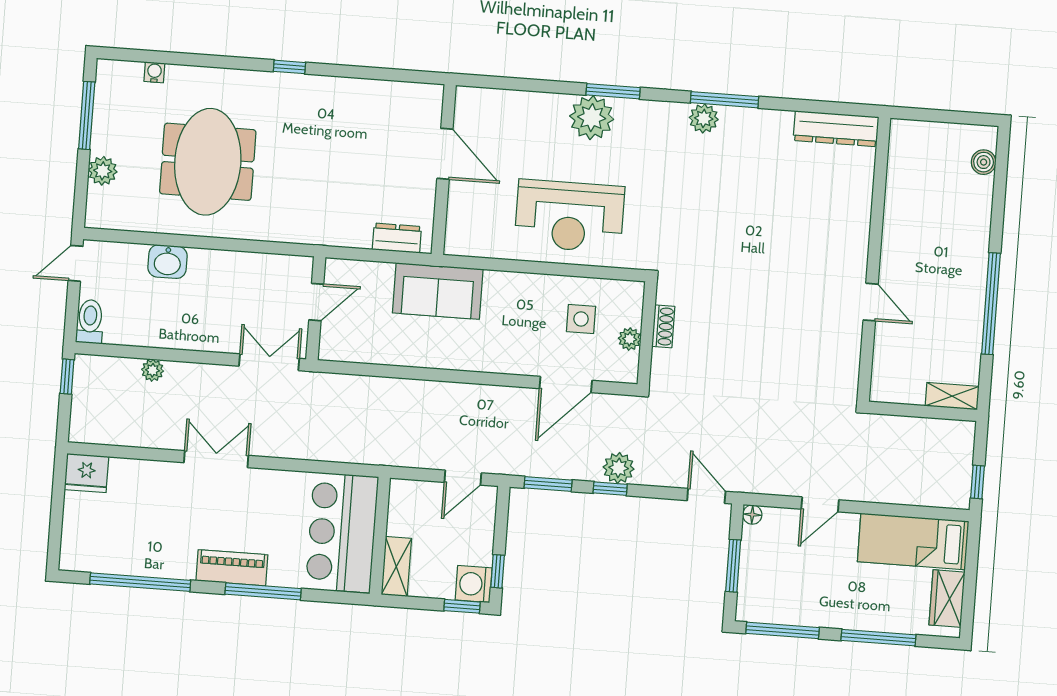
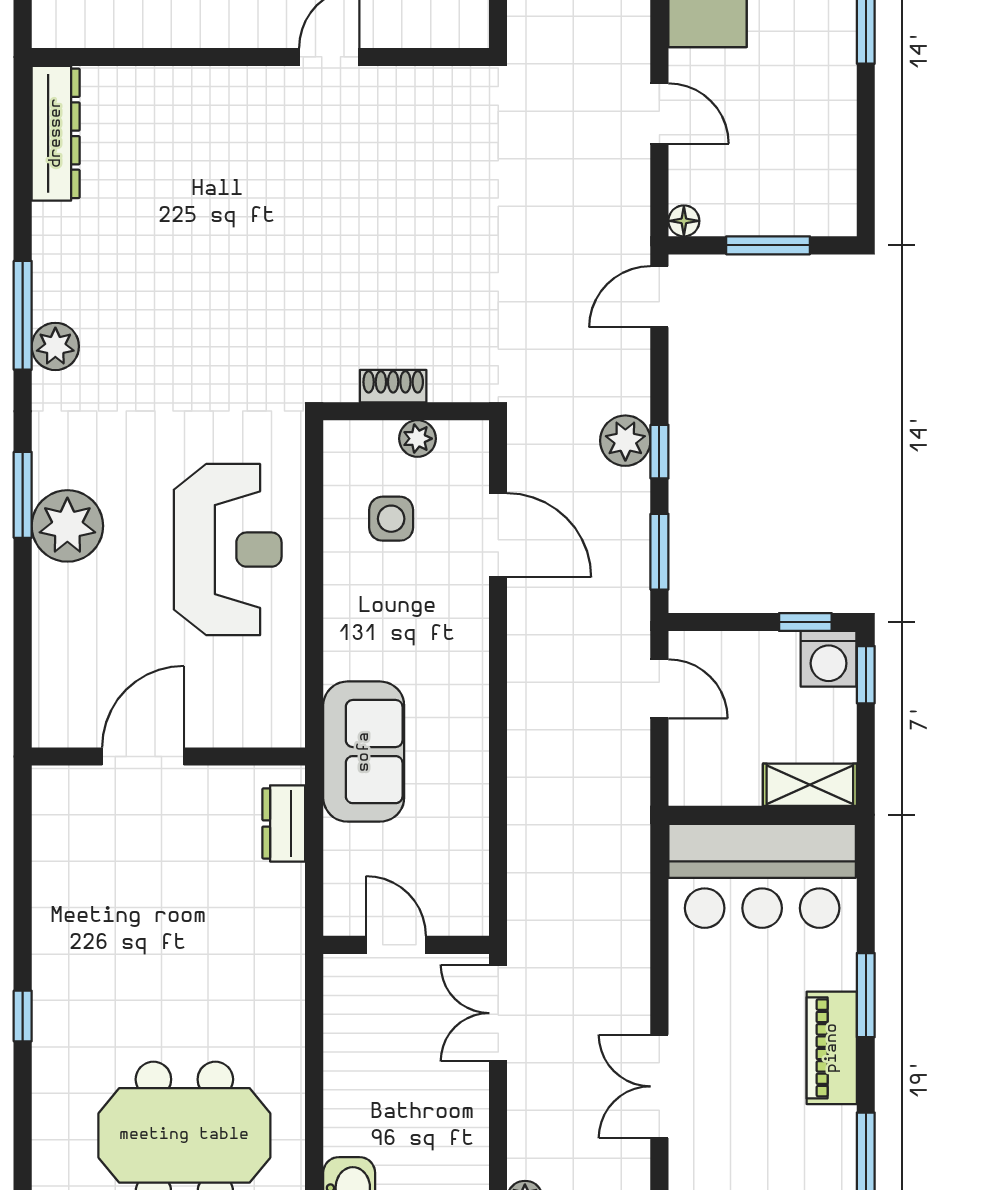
window: (263, 591) -> (866, 995), width x0.69
window: (783, 630) -> (866, 159), removed

